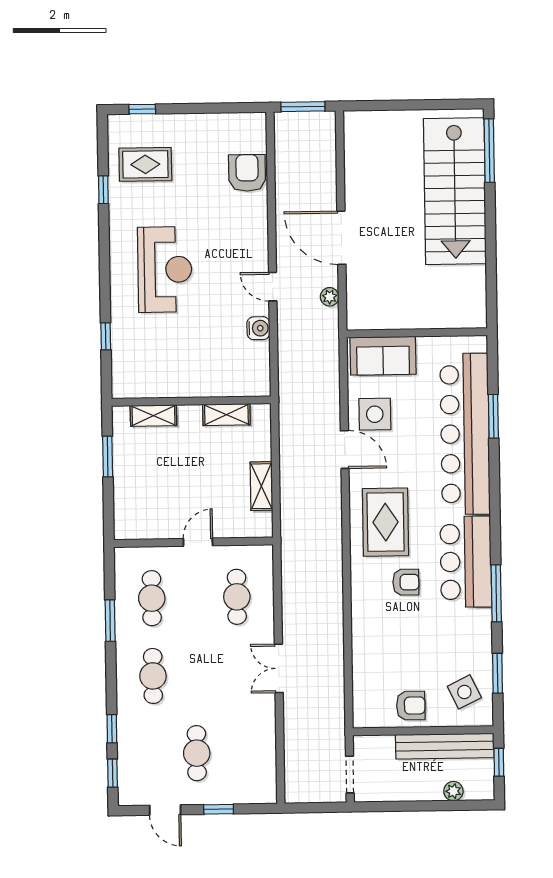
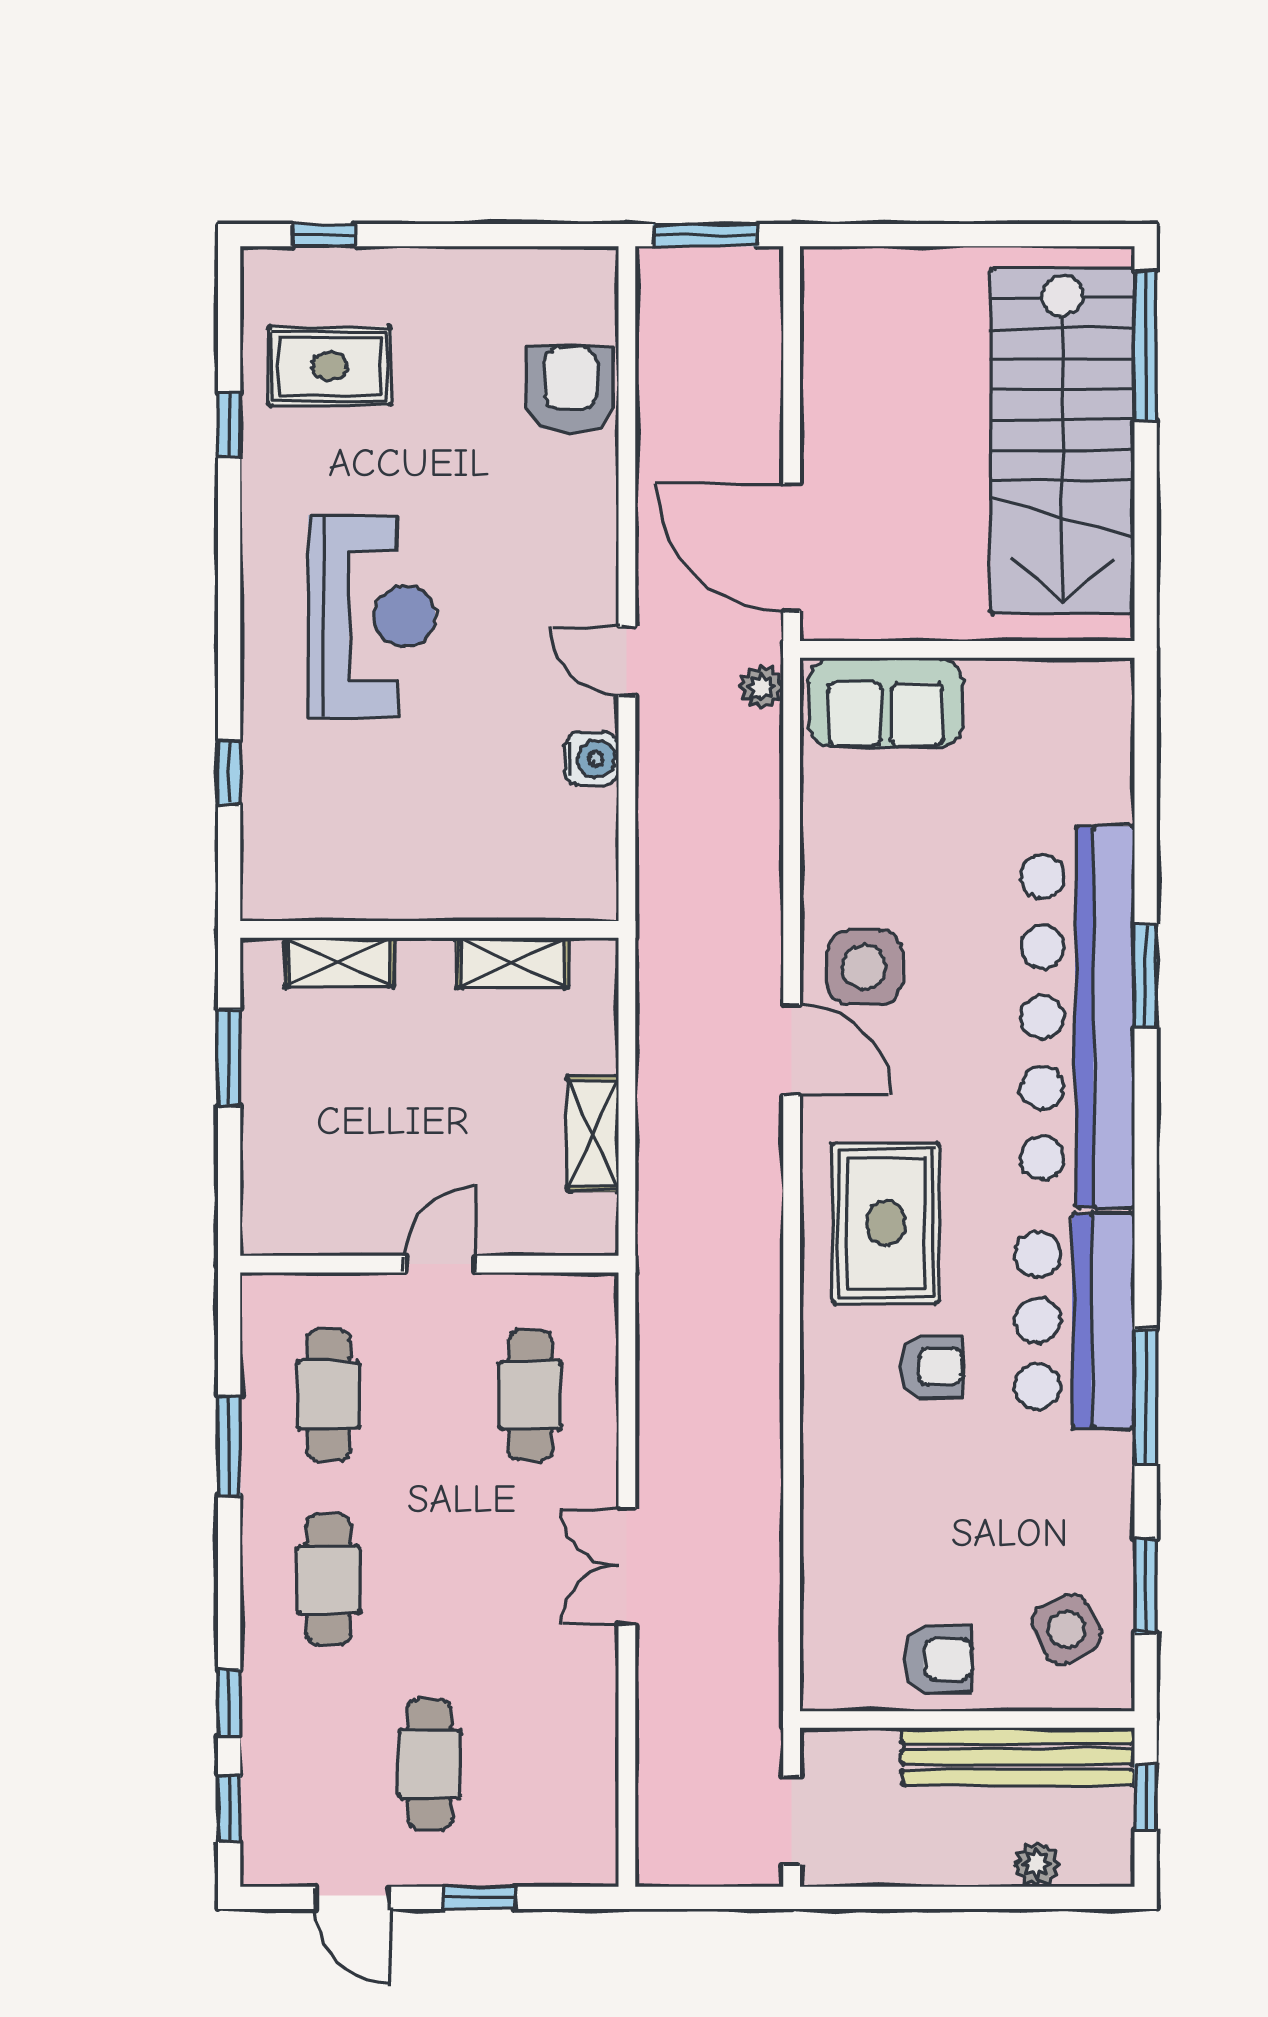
wall: (417, 333) -> (967, 649), moved
sofa: (383, 356) -> (886, 703), moved

